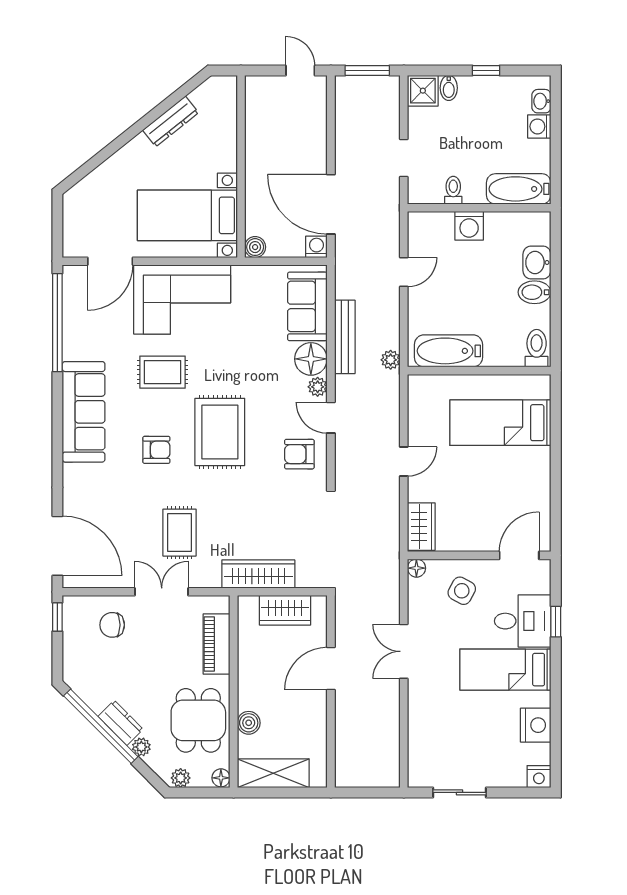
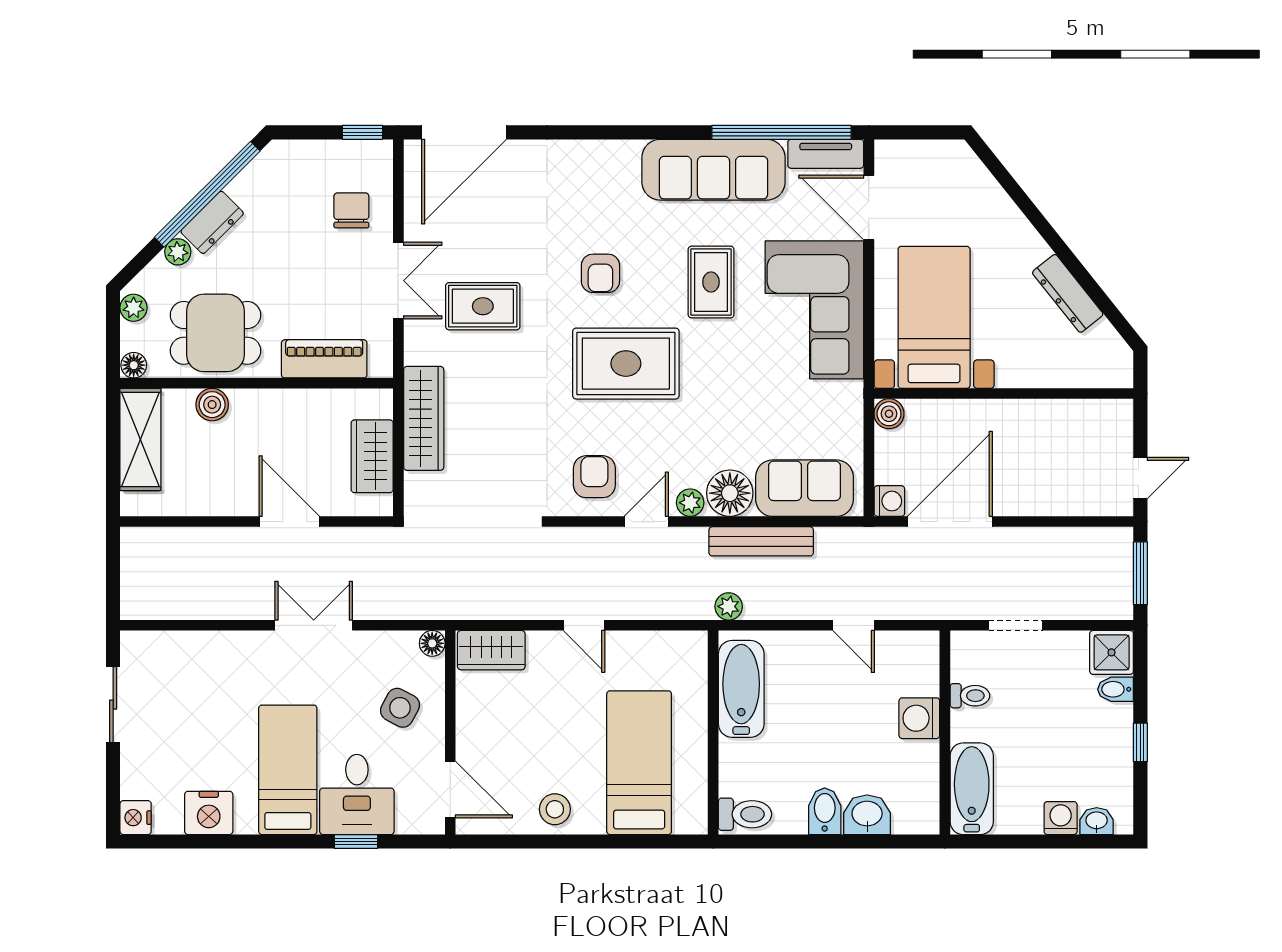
tv unit: (72, 292) -> (826, 154), added
sofa: (84, 412) -> (714, 170), moved
stool: (533, 482) -> (555, 809), added

